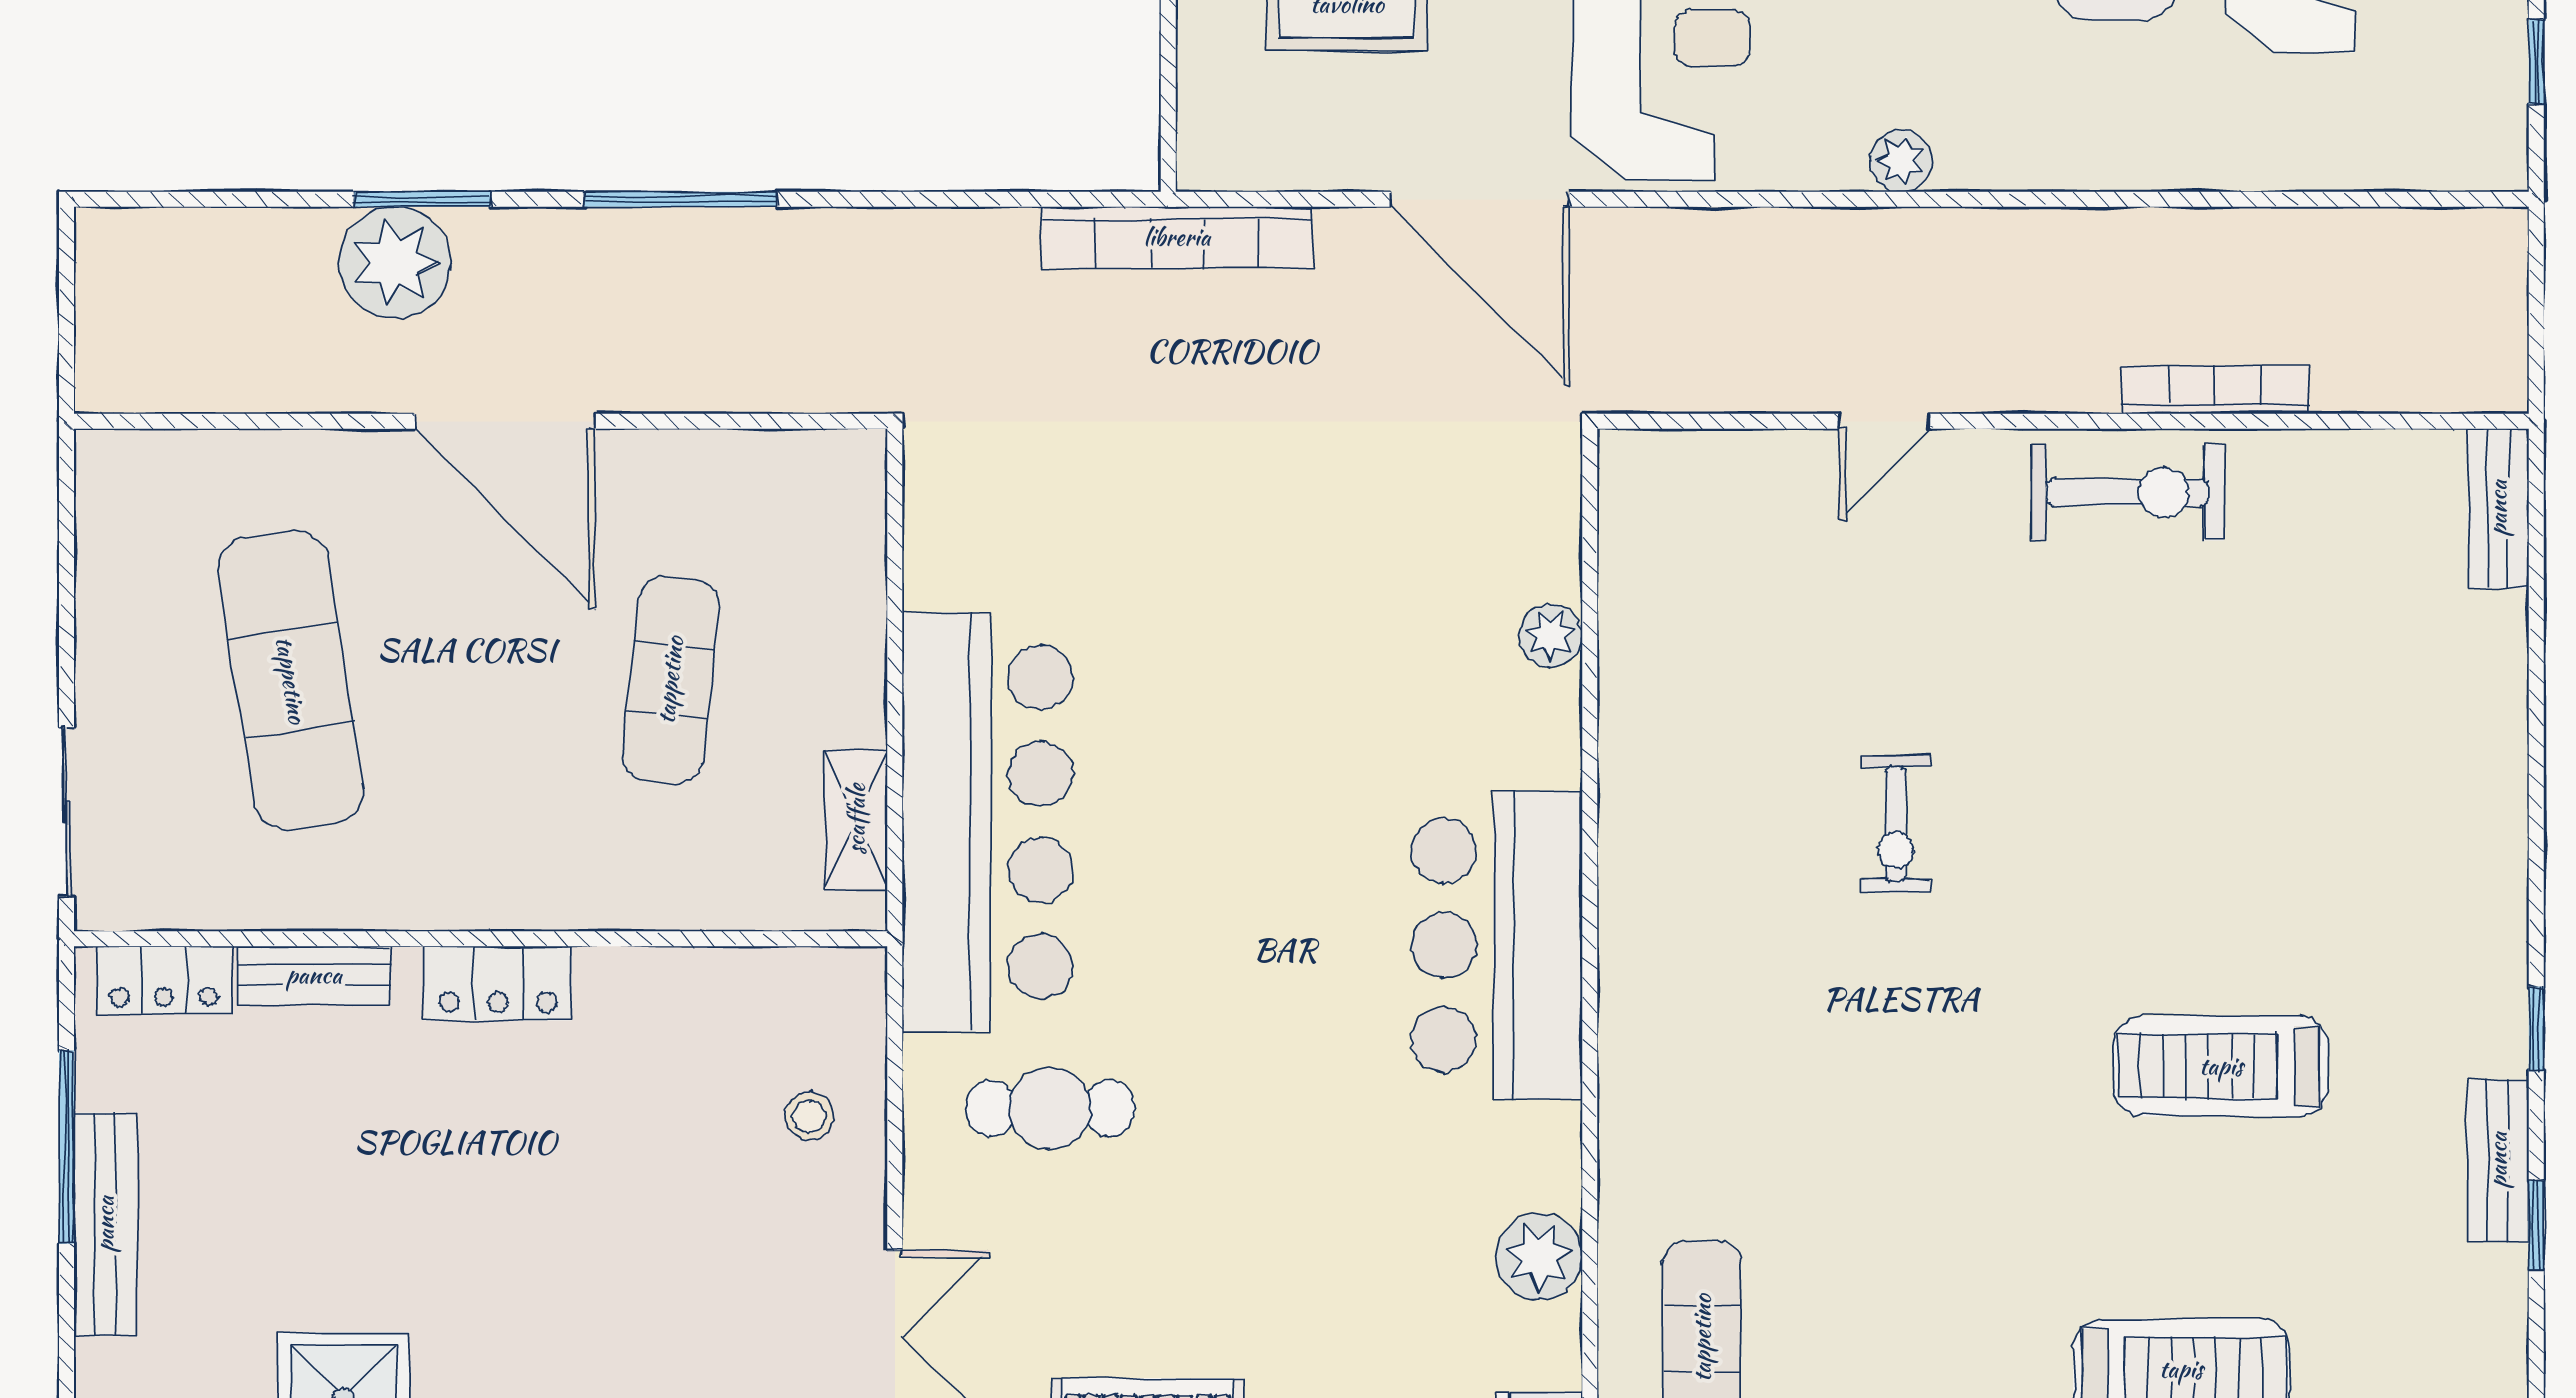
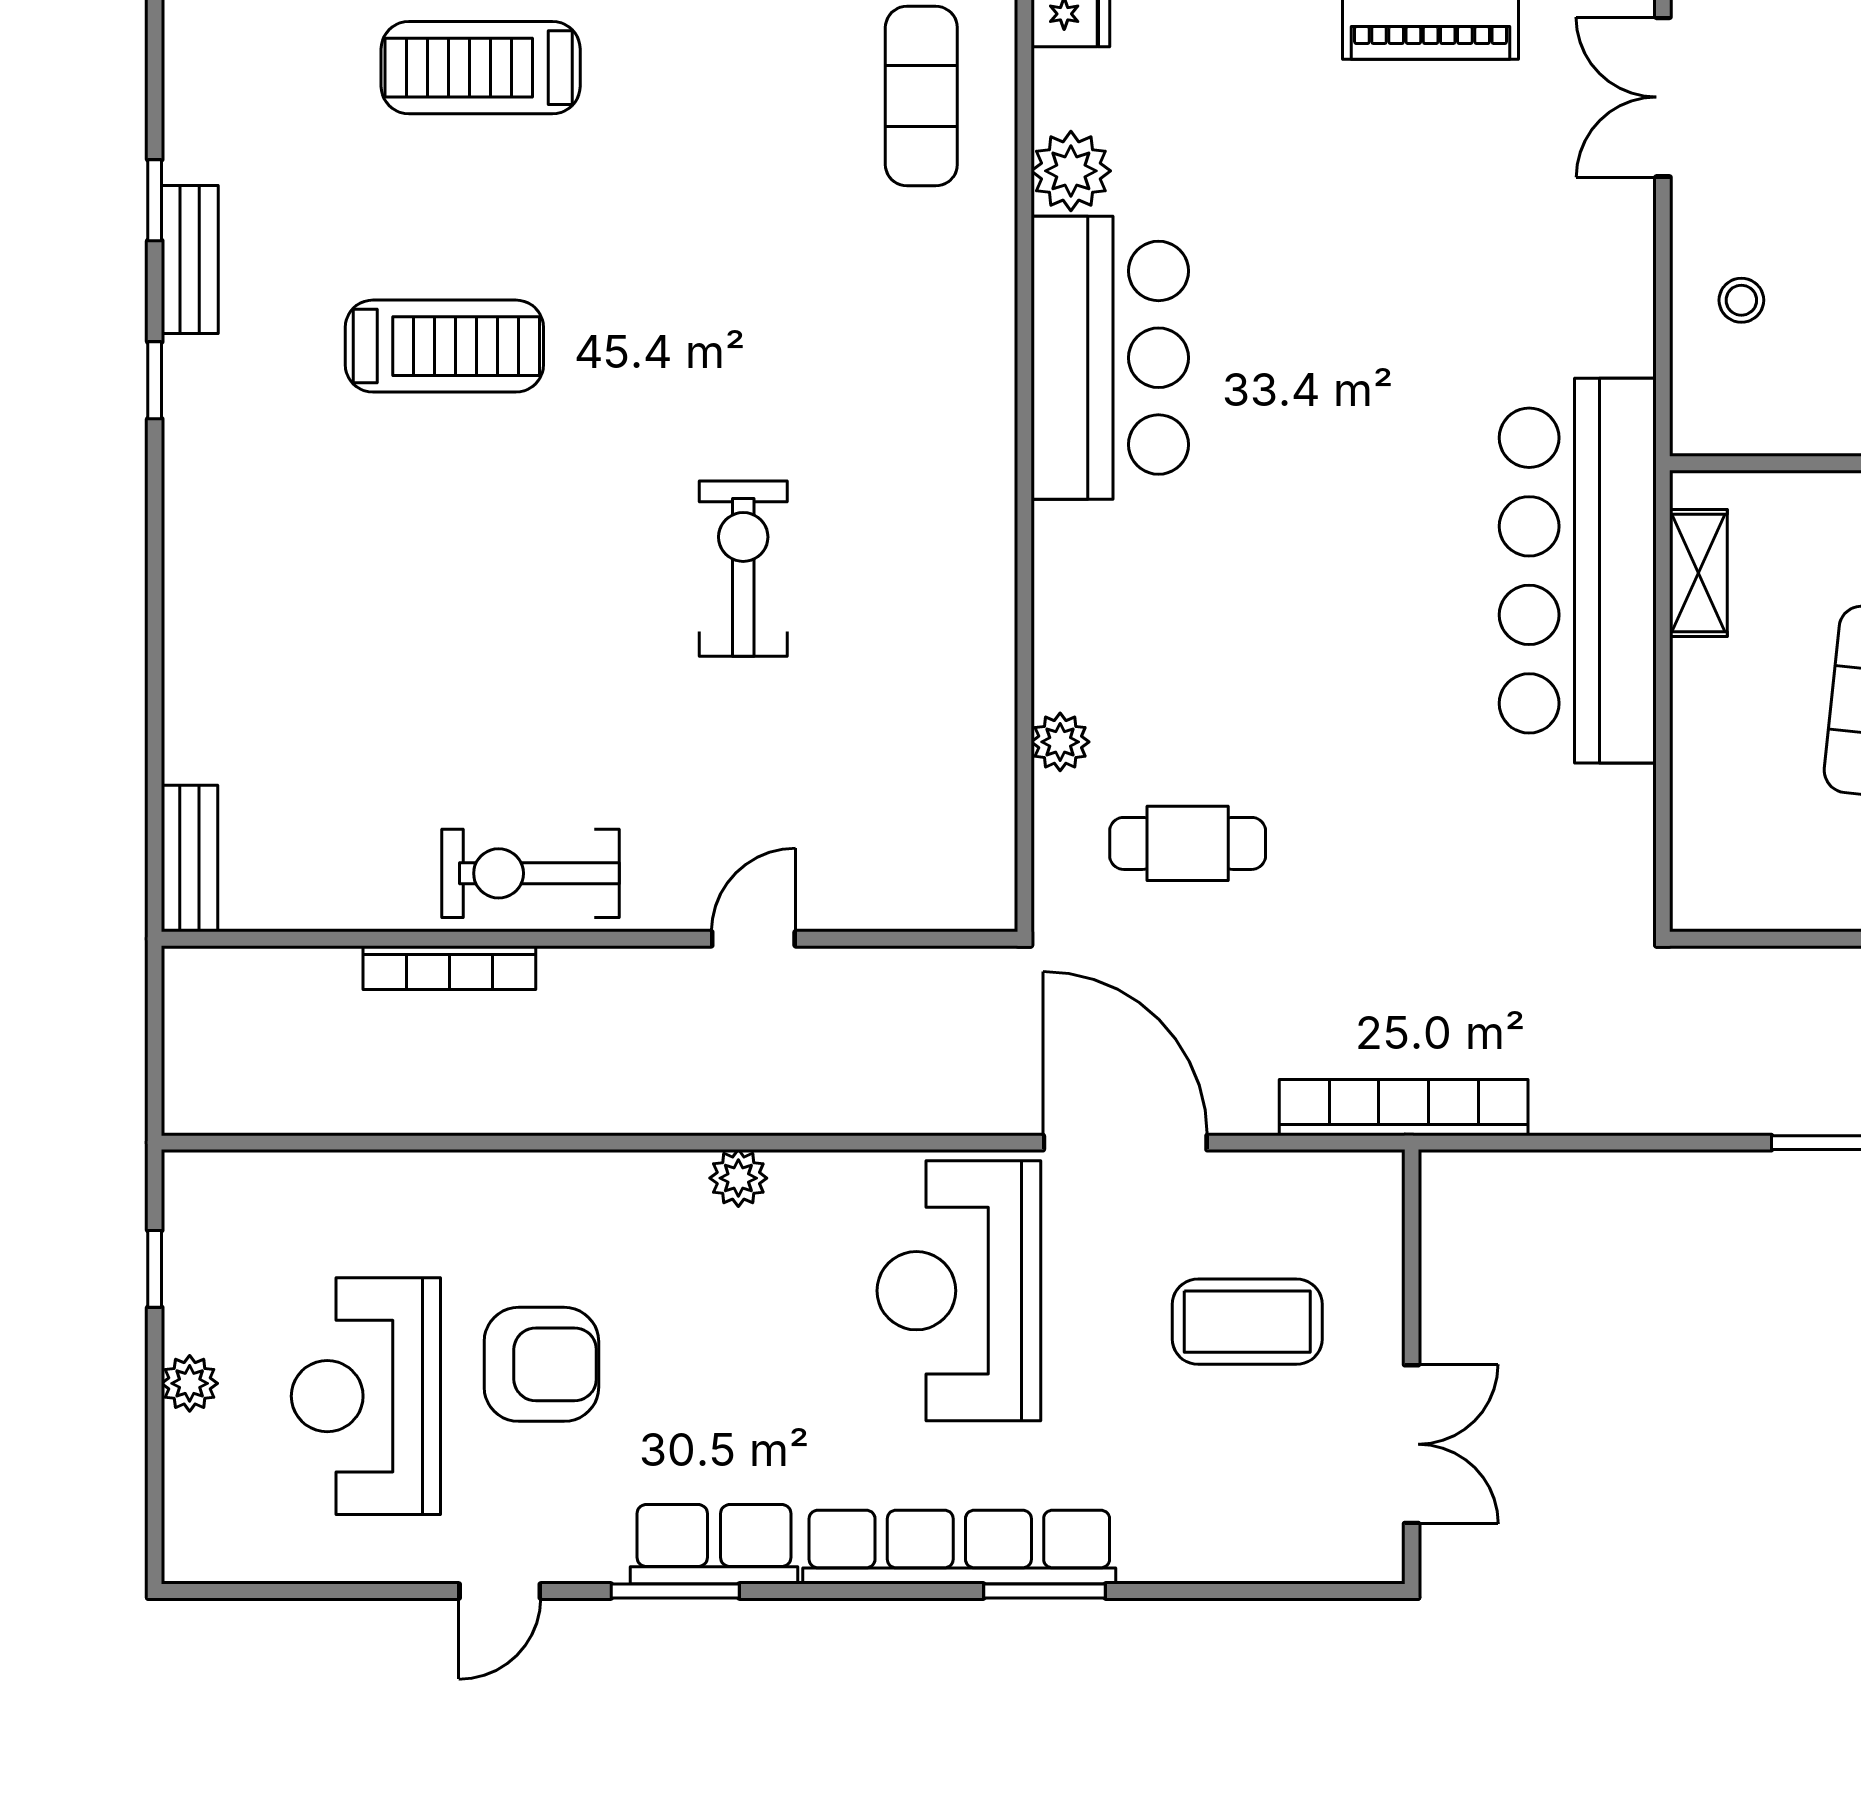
exercise bike: (1896, 824) -> (743, 569), width x1.38, depth x1.39
bar counter: (1497, 945) -> (1110, 358), moved
cafe table: (1050, 1108) -> (1188, 843), moved

